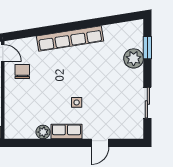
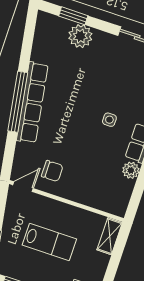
window: (67, 27) -> (18, 102), added
chair: (22, 72) -> (52, 171), turned 180

